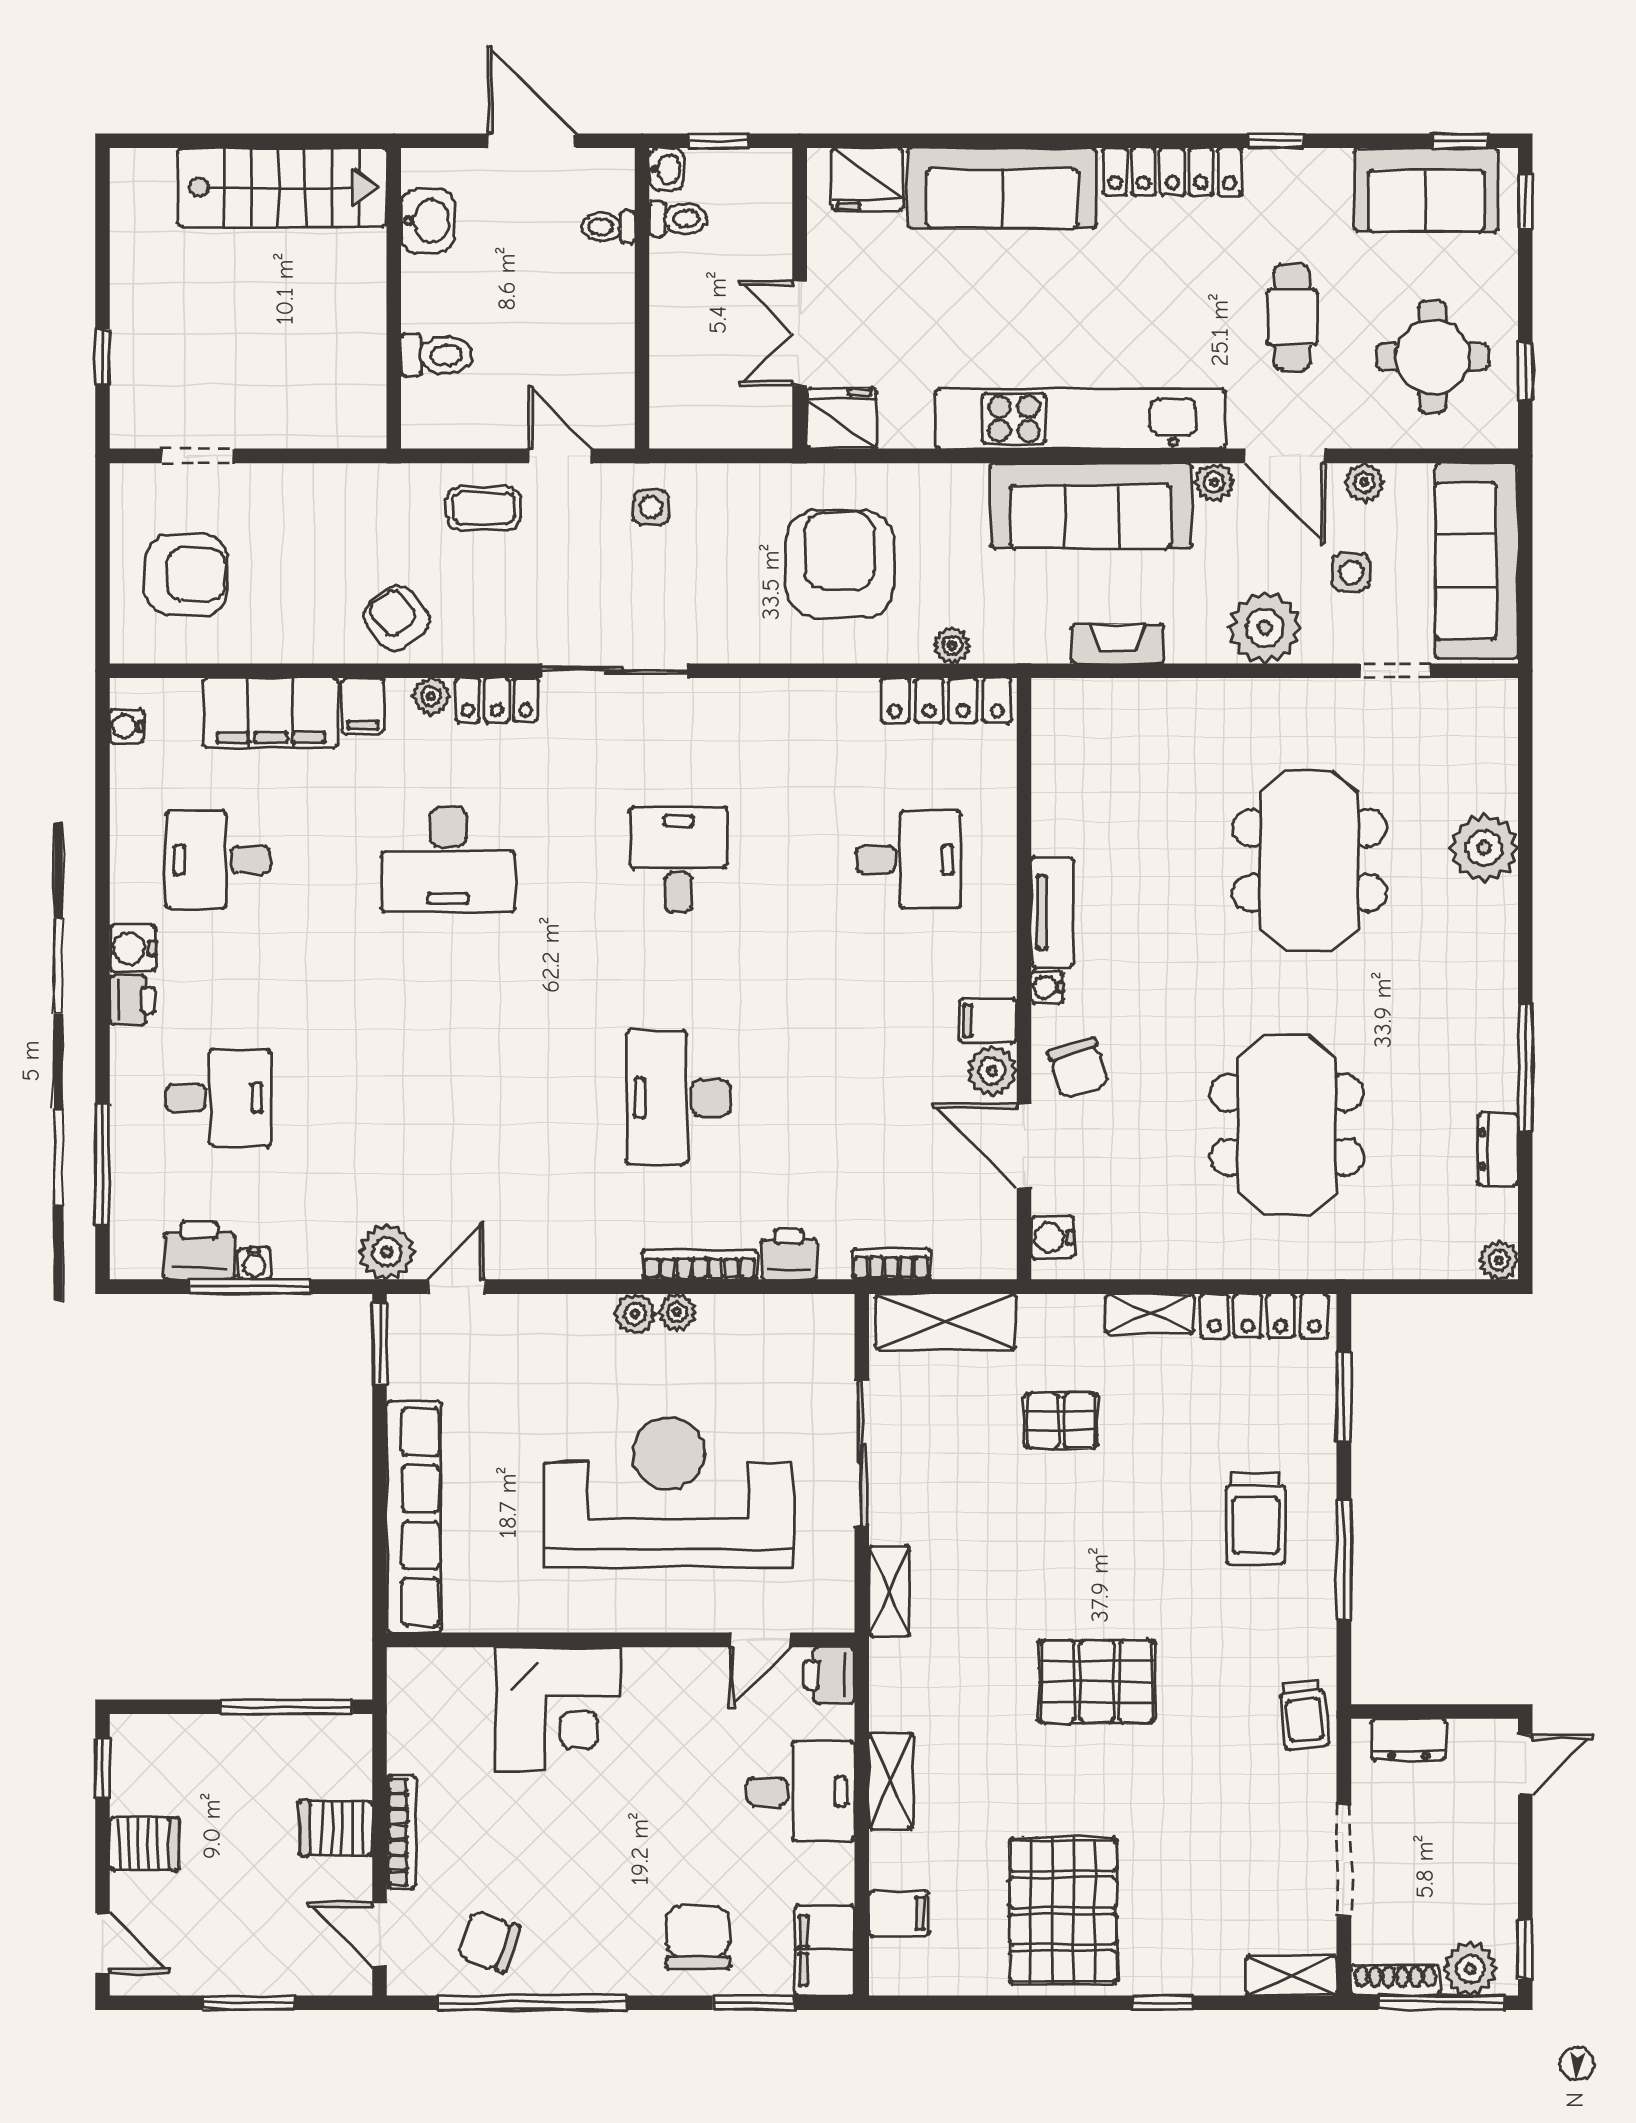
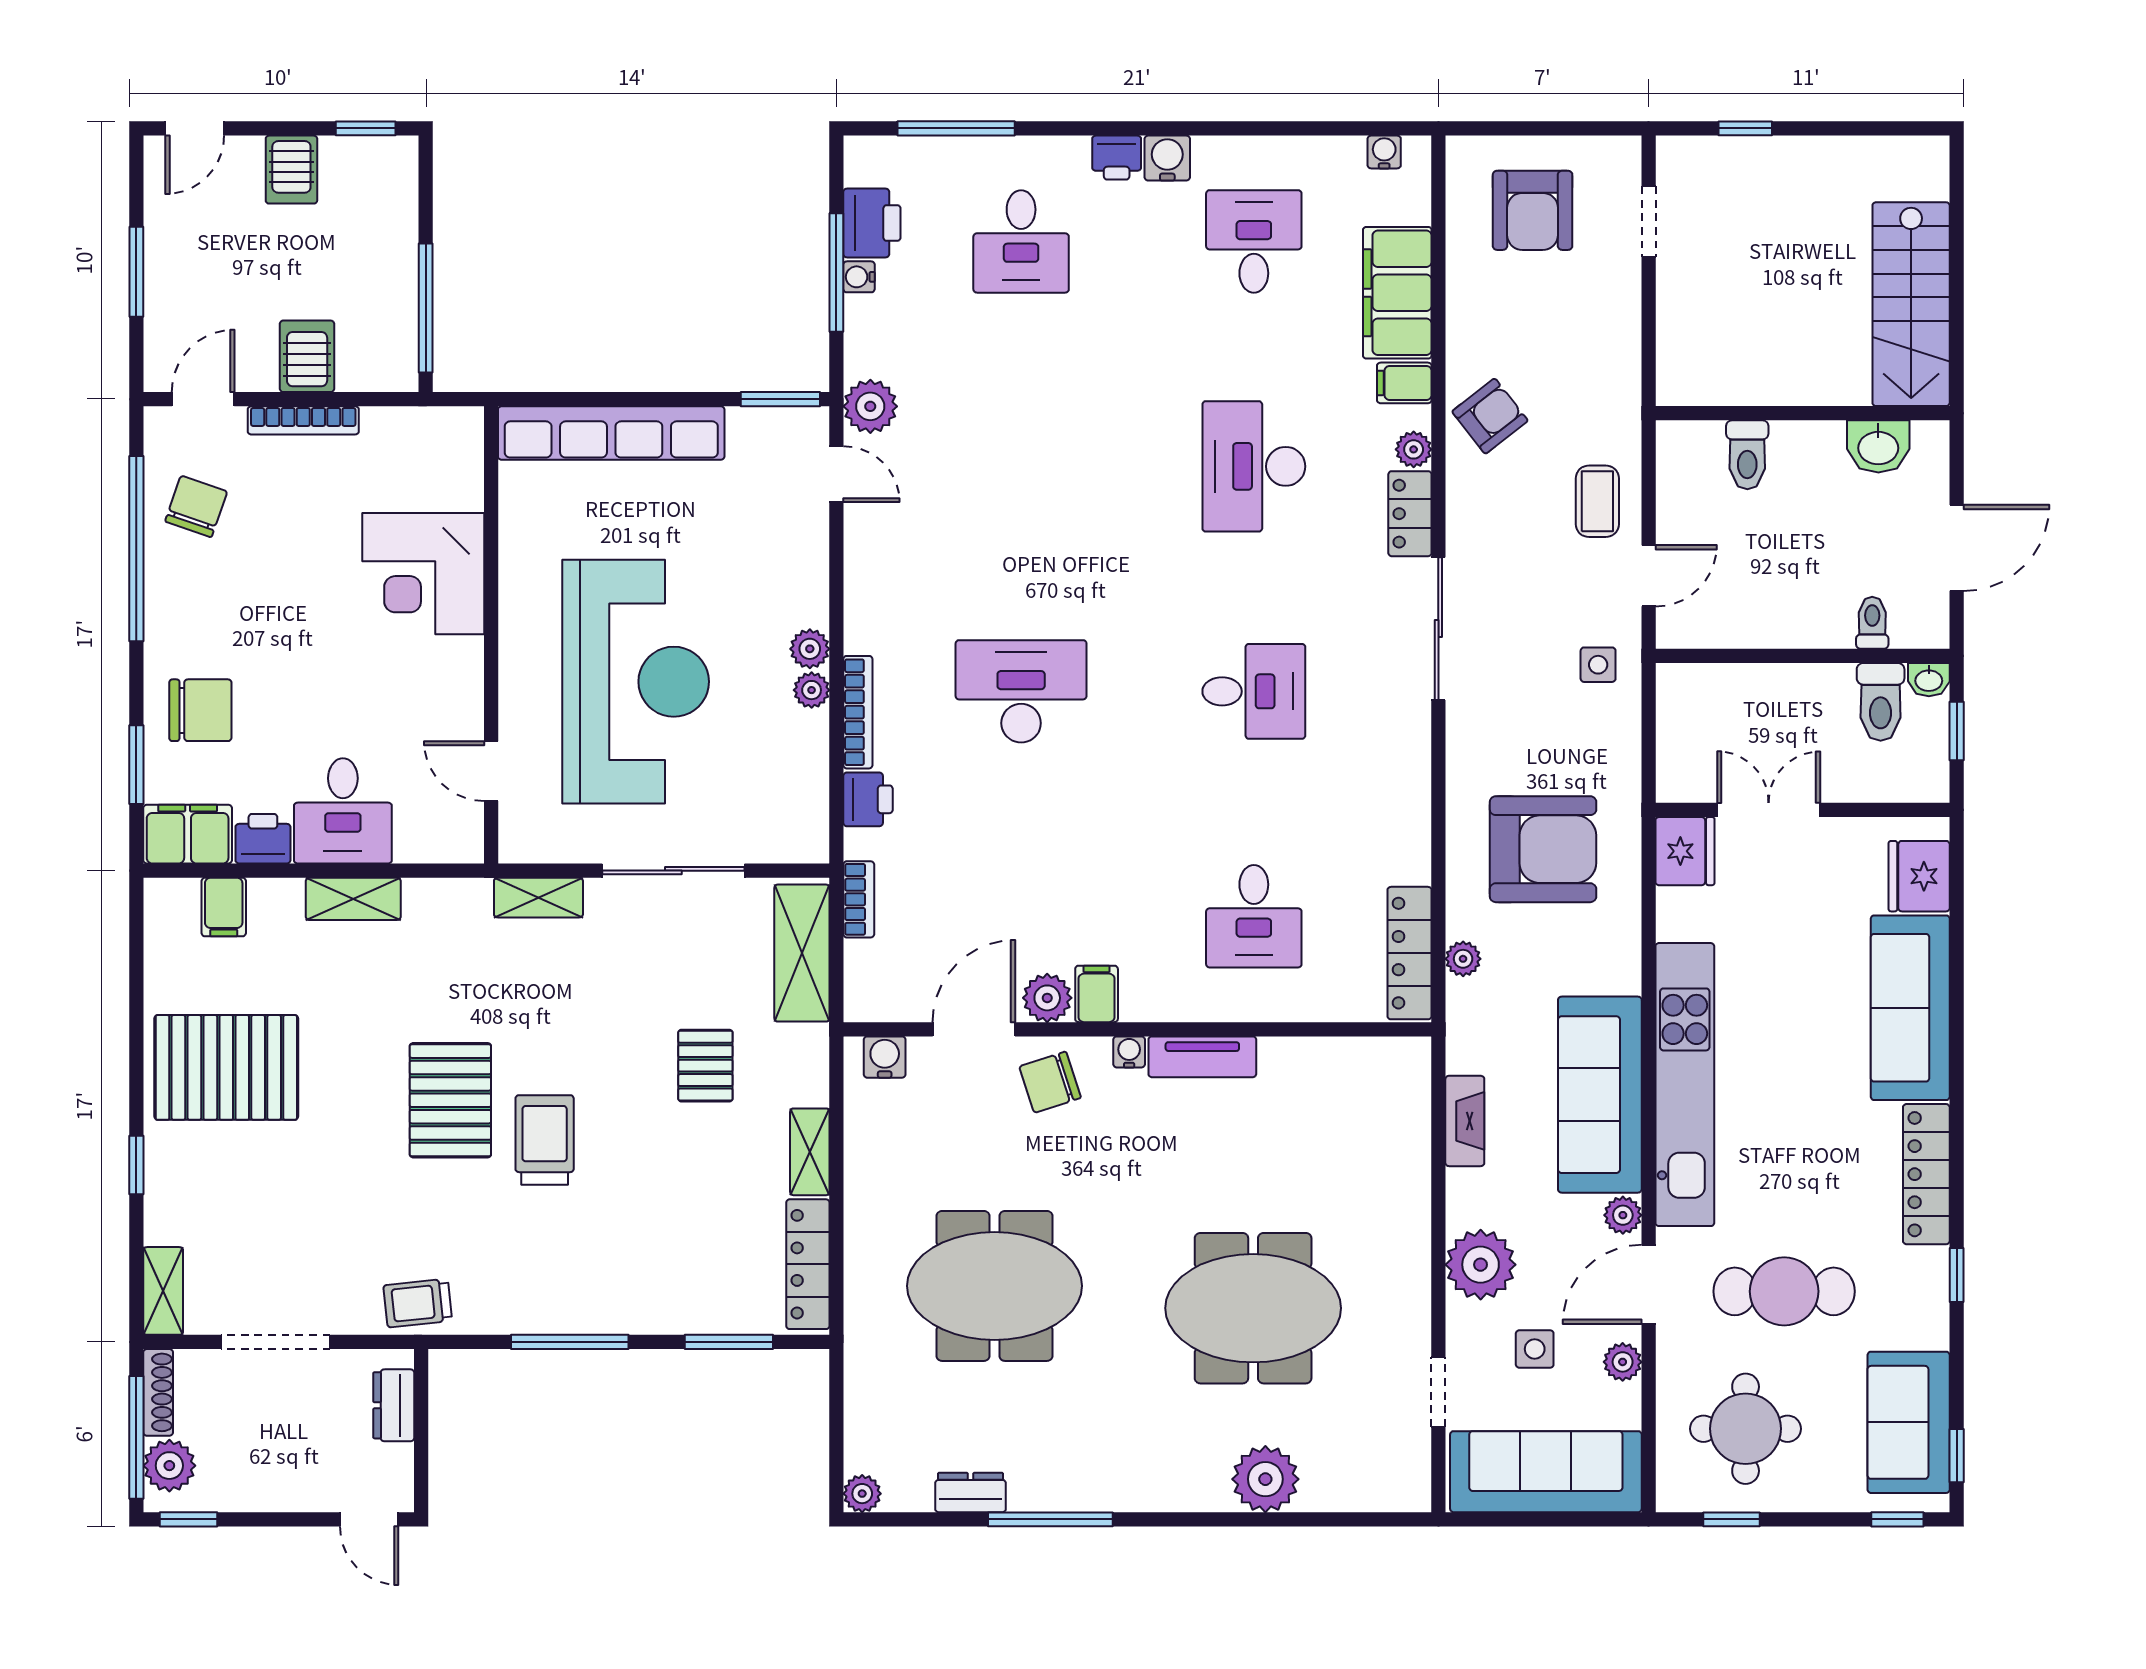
toilet: (678, 219) -> (1881, 702), width x1.37, depth x1.39
cafe table: (1292, 317) -> (1784, 1291), width x1.37, depth x1.35
trolley: (1256, 1519) -> (545, 1140), moved, turned 90
printer: (829, 1675) -> (263, 839), moved

